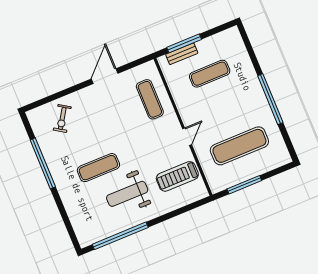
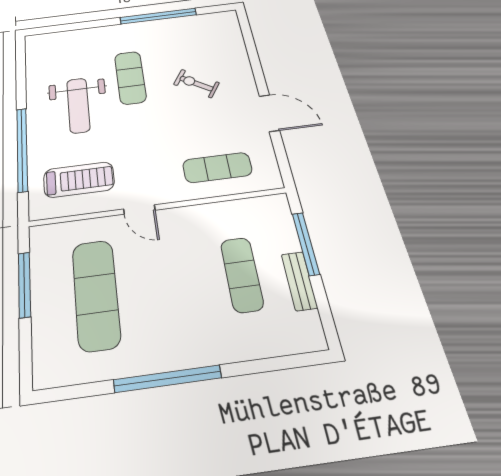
bench: (182, 54) -> (299, 281), moved
exercise bike: (62, 118) -> (196, 84), moved
treadmill: (177, 176) -> (79, 180), turned 90
weight bench: (127, 194) -> (78, 105), turned 180
window: (120, 236) -> (22, 149), moved

